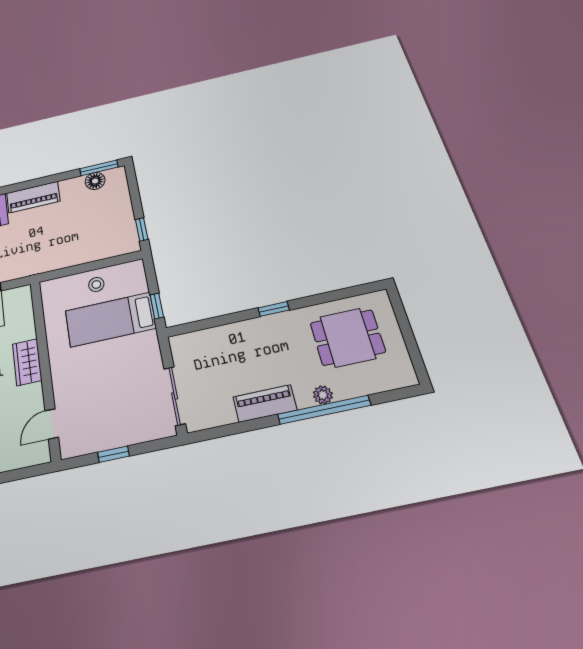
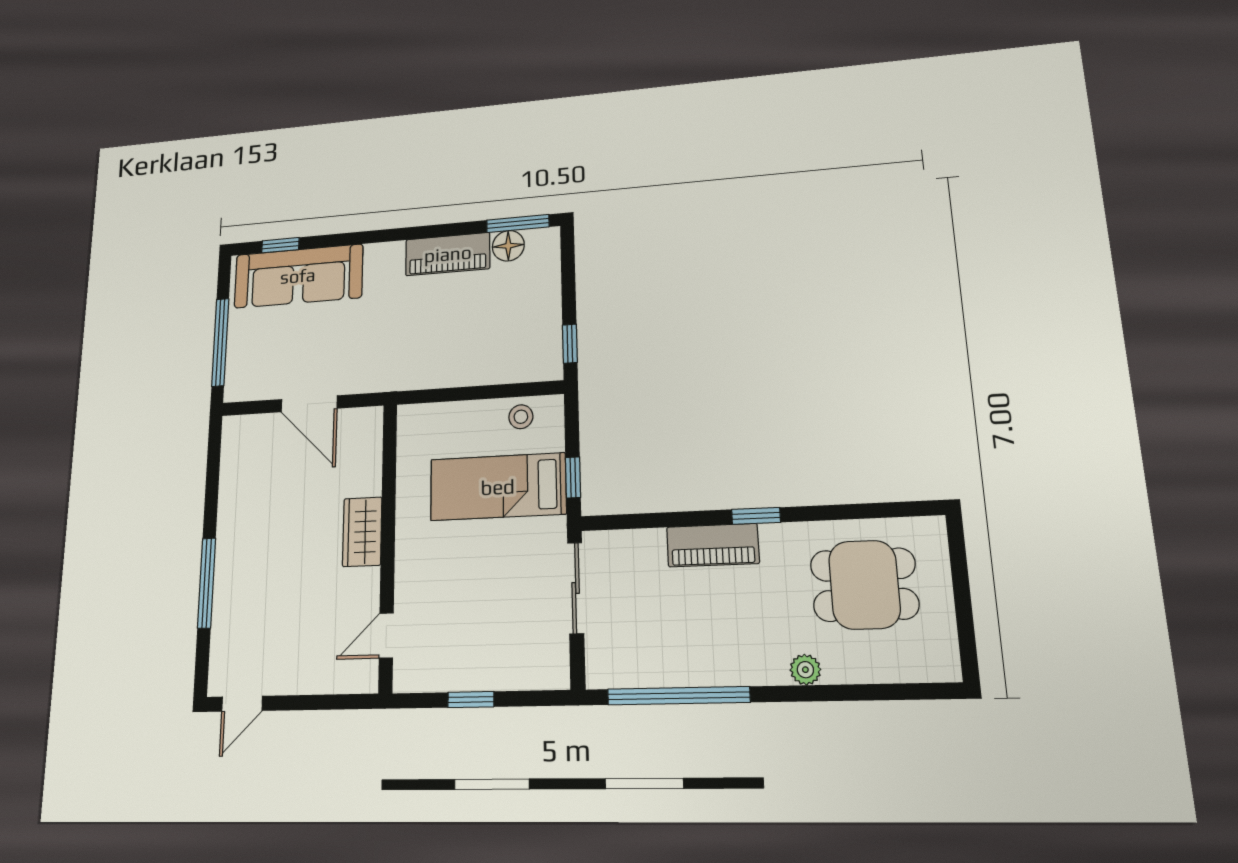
piano: (33, 197) -> (448, 254), moved
stool: (96, 284) -> (521, 417), moved
sliding door: (175, 396) -> (576, 588), moved
piano: (265, 403) -> (713, 545), moved, turned 180
window: (324, 410) -> (678, 696), moved

